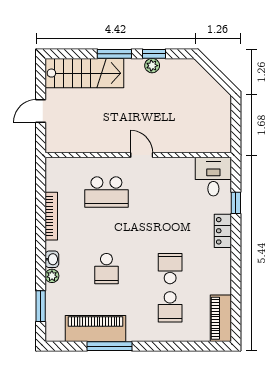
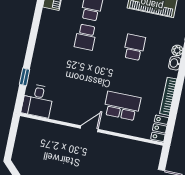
door: (142, 155) -> (89, 129), swing flipped
locker: (223, 231) -> (160, 128), moved, turned 180

